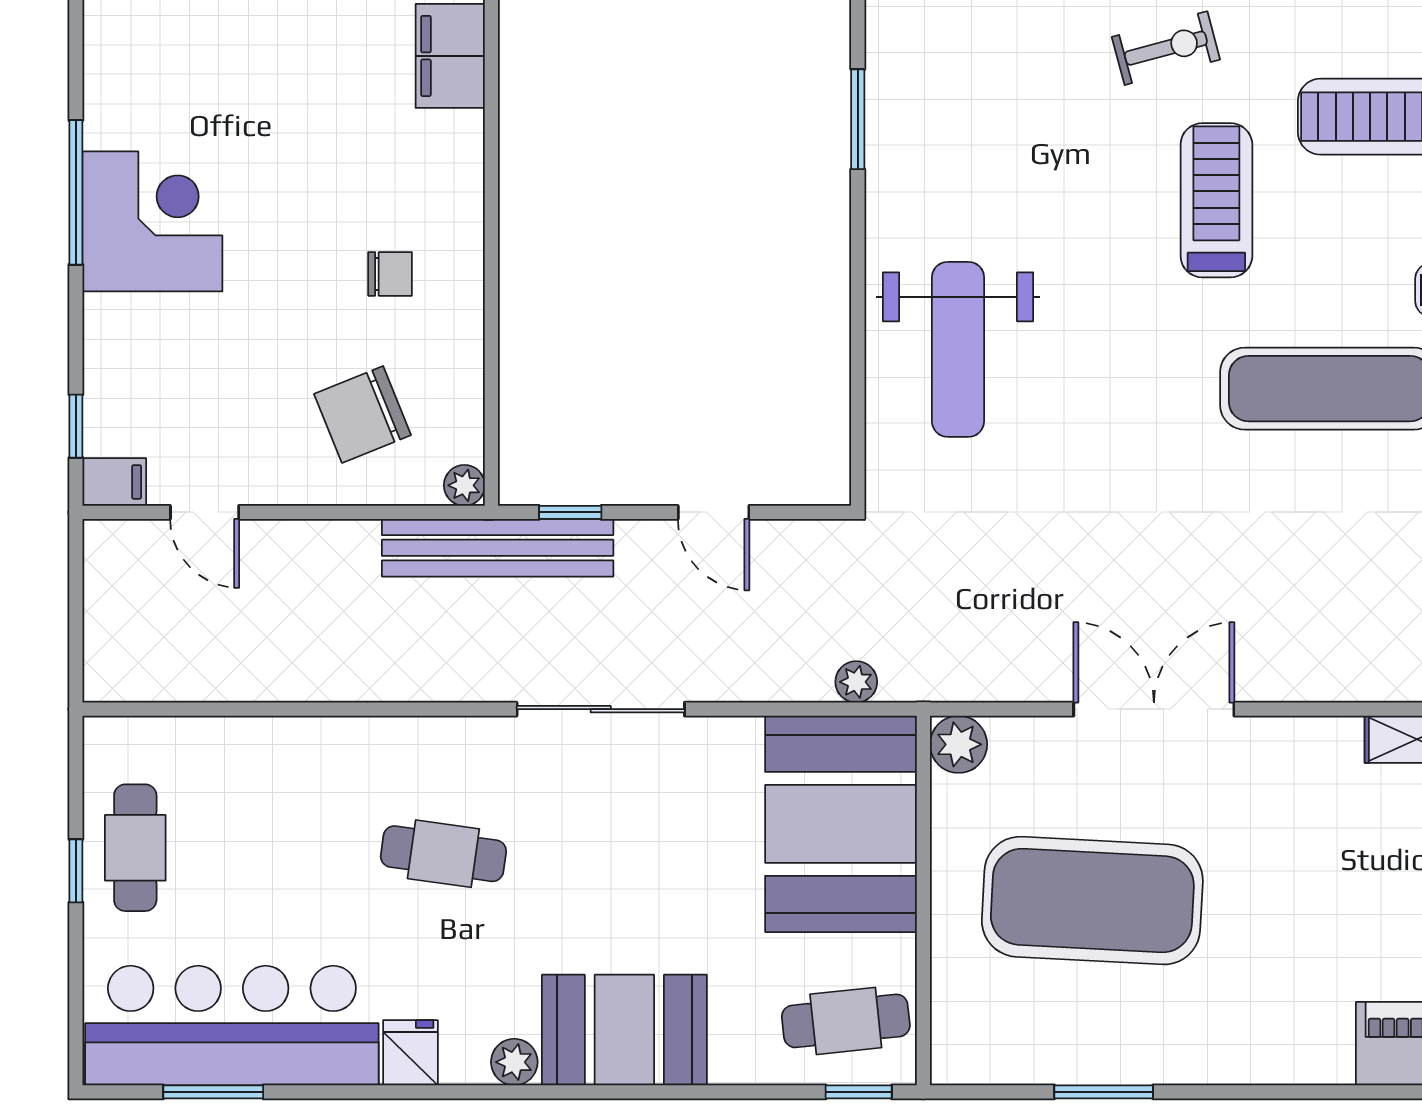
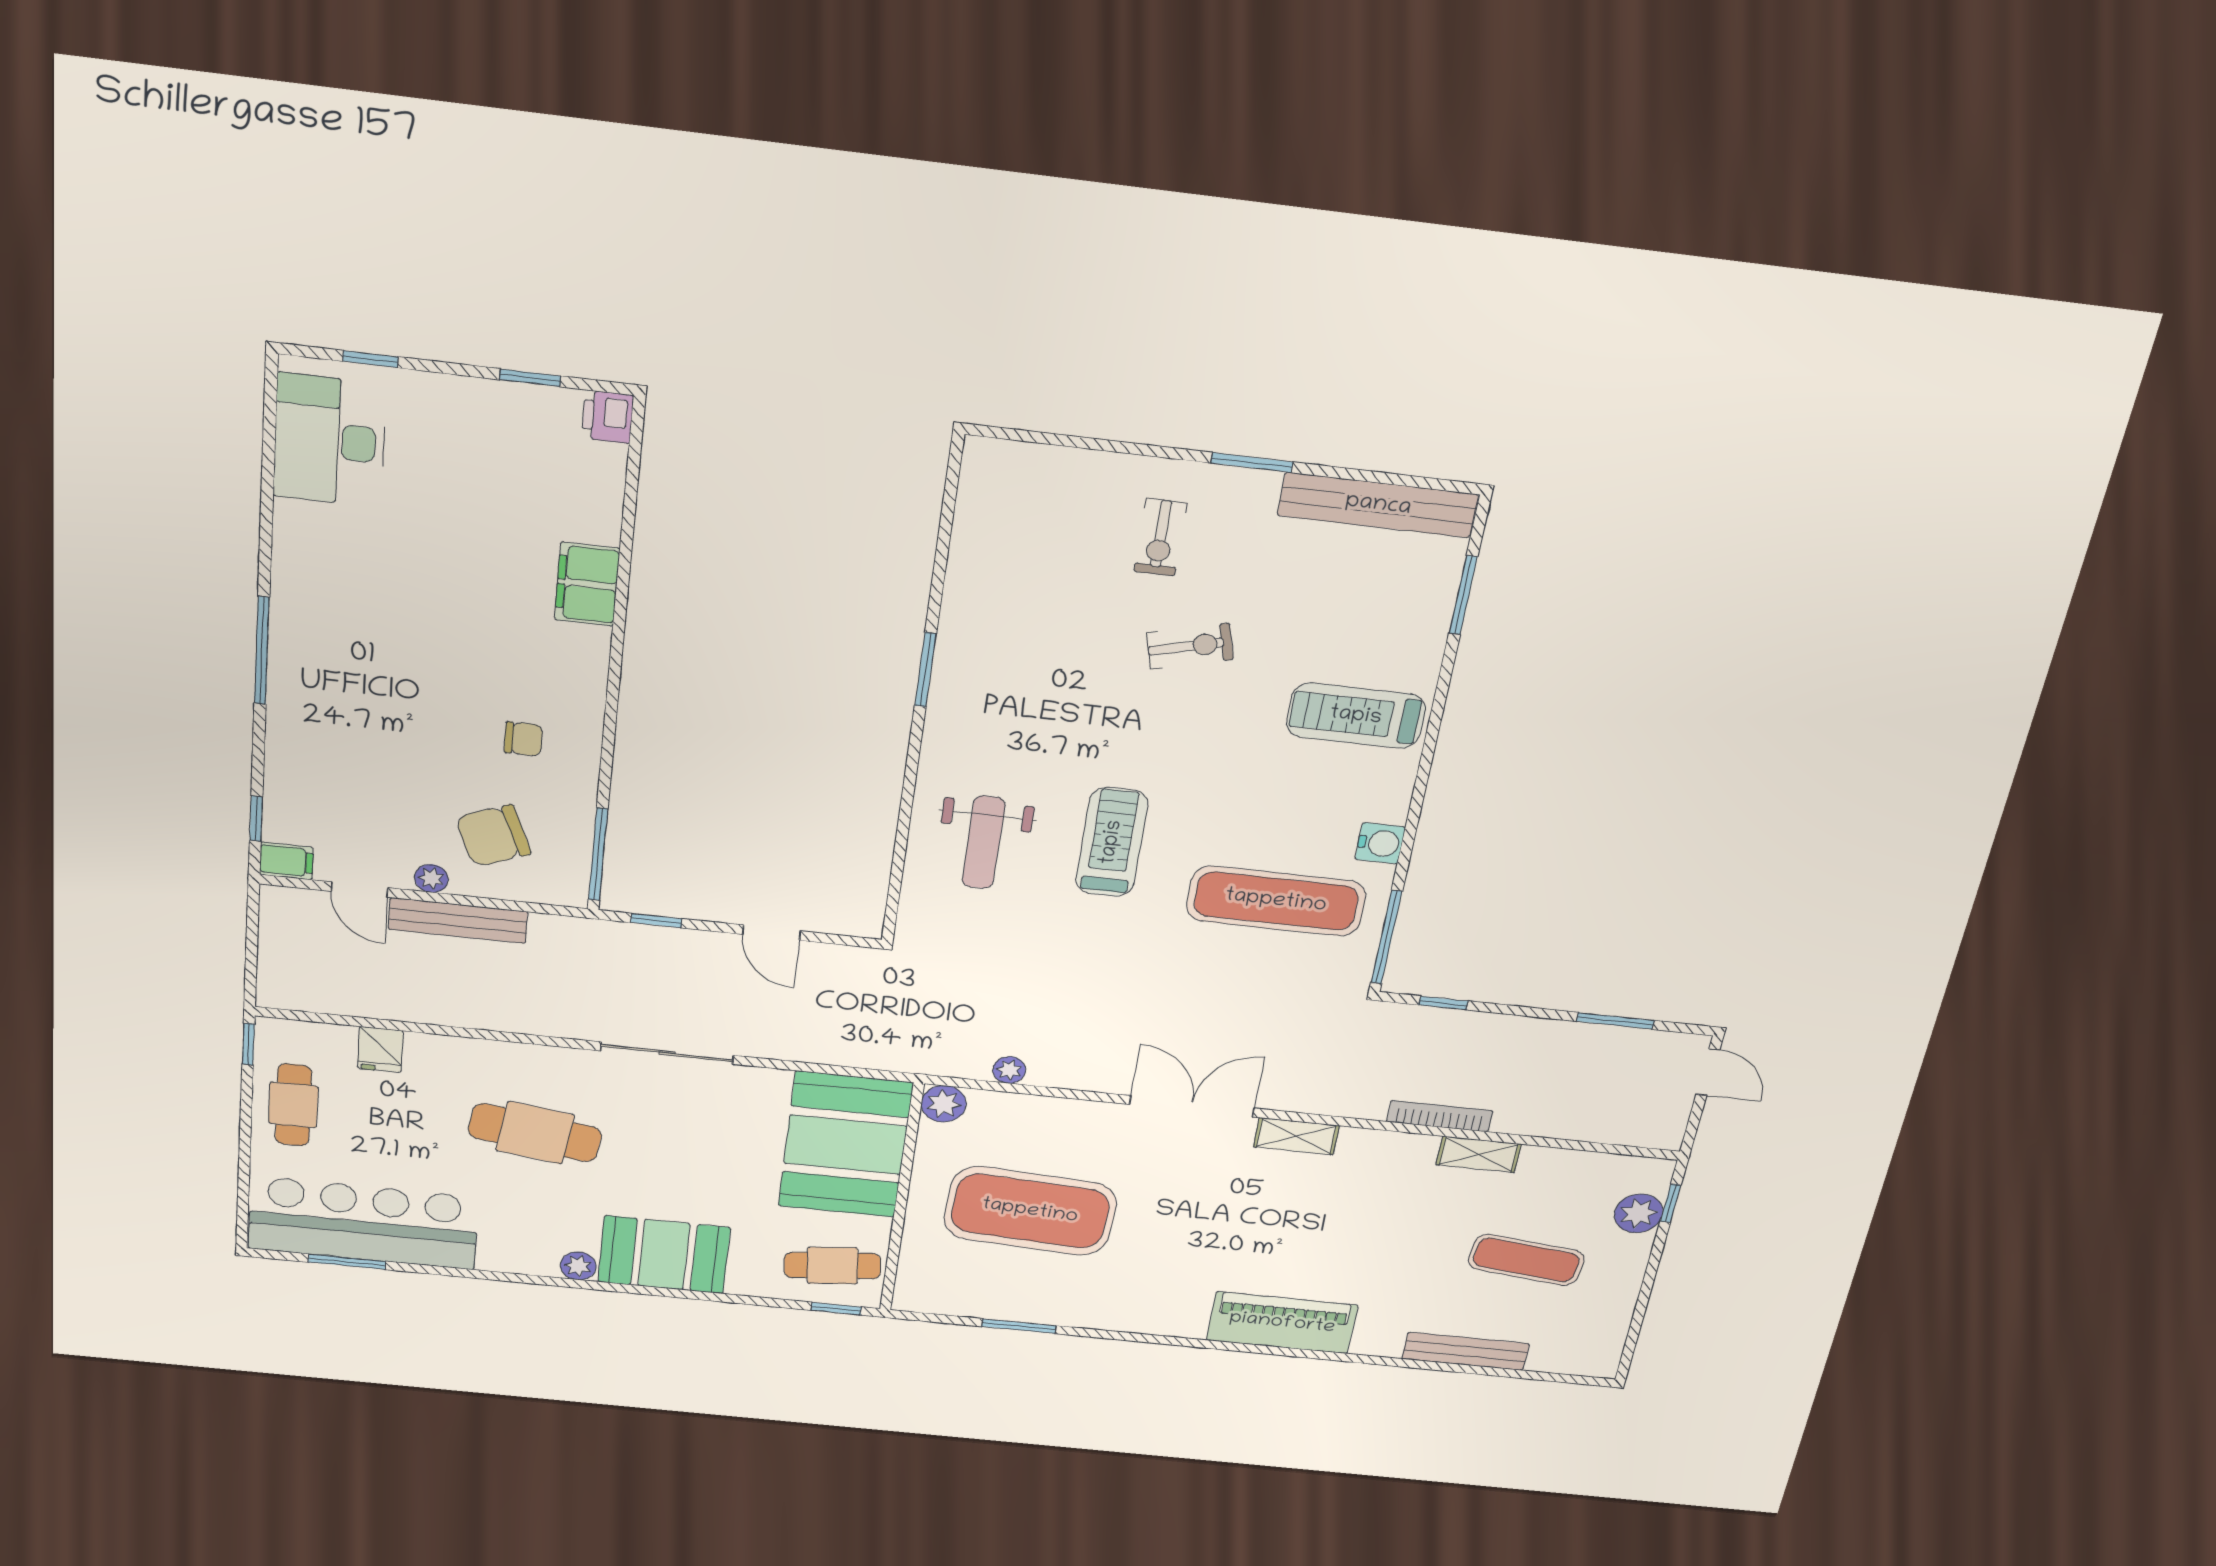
treadmill: (1216, 200) -> (1112, 842), moved
corner desk: (152, 221) -> (326, 679), removed
weight bench: (958, 349) -> (984, 842), width x0.73, depth x0.75
window: (491, 425) -> (598, 854), added
plant: (464, 485) -> (431, 878), moved
bench: (498, 548) -> (458, 921), moved, width x0.73, depth x0.82
plant: (856, 682) -> (1009, 1070), moved
double door: (1154, 709) -> (1192, 1106), moved
cafe table: (443, 854) -> (535, 1133), width x1.37, depth x1.35
window: (76, 871) -> (248, 1044), moved
fridge: (410, 1053) -> (380, 1050), moved, turned 180

